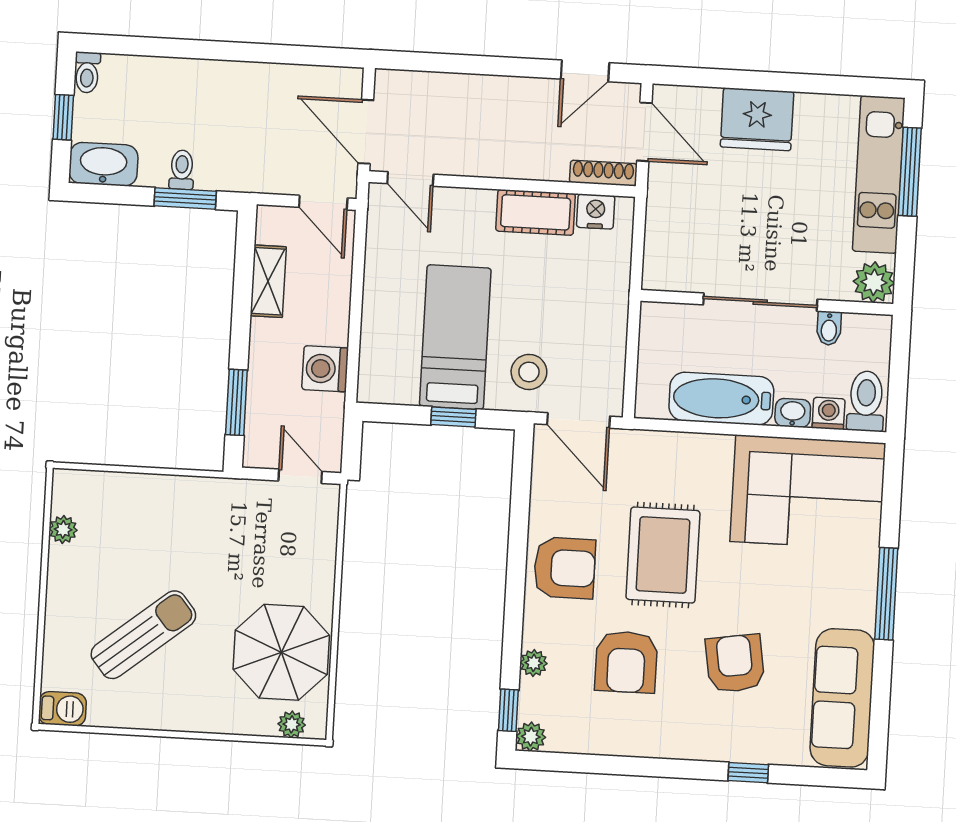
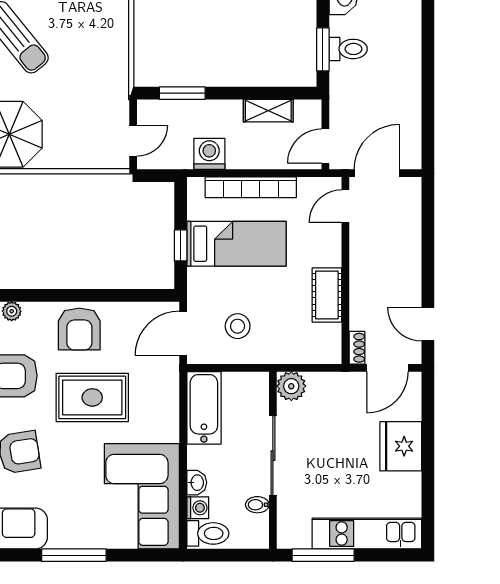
toilet: (182, 170) -> (348, 49), width x1.37, depth x1.39
window: (910, 172) -> (323, 555), moved
shoe rack: (603, 173) -> (357, 348), width x0.70
nightstand: (596, 212) -> (330, 337), removed
plant: (874, 282) -> (291, 386), moved
bookcase: (376, 312) -> (251, 187), added
stool: (529, 372) -> (238, 326), moved
bathtub: (721, 399) -> (204, 408), moved

